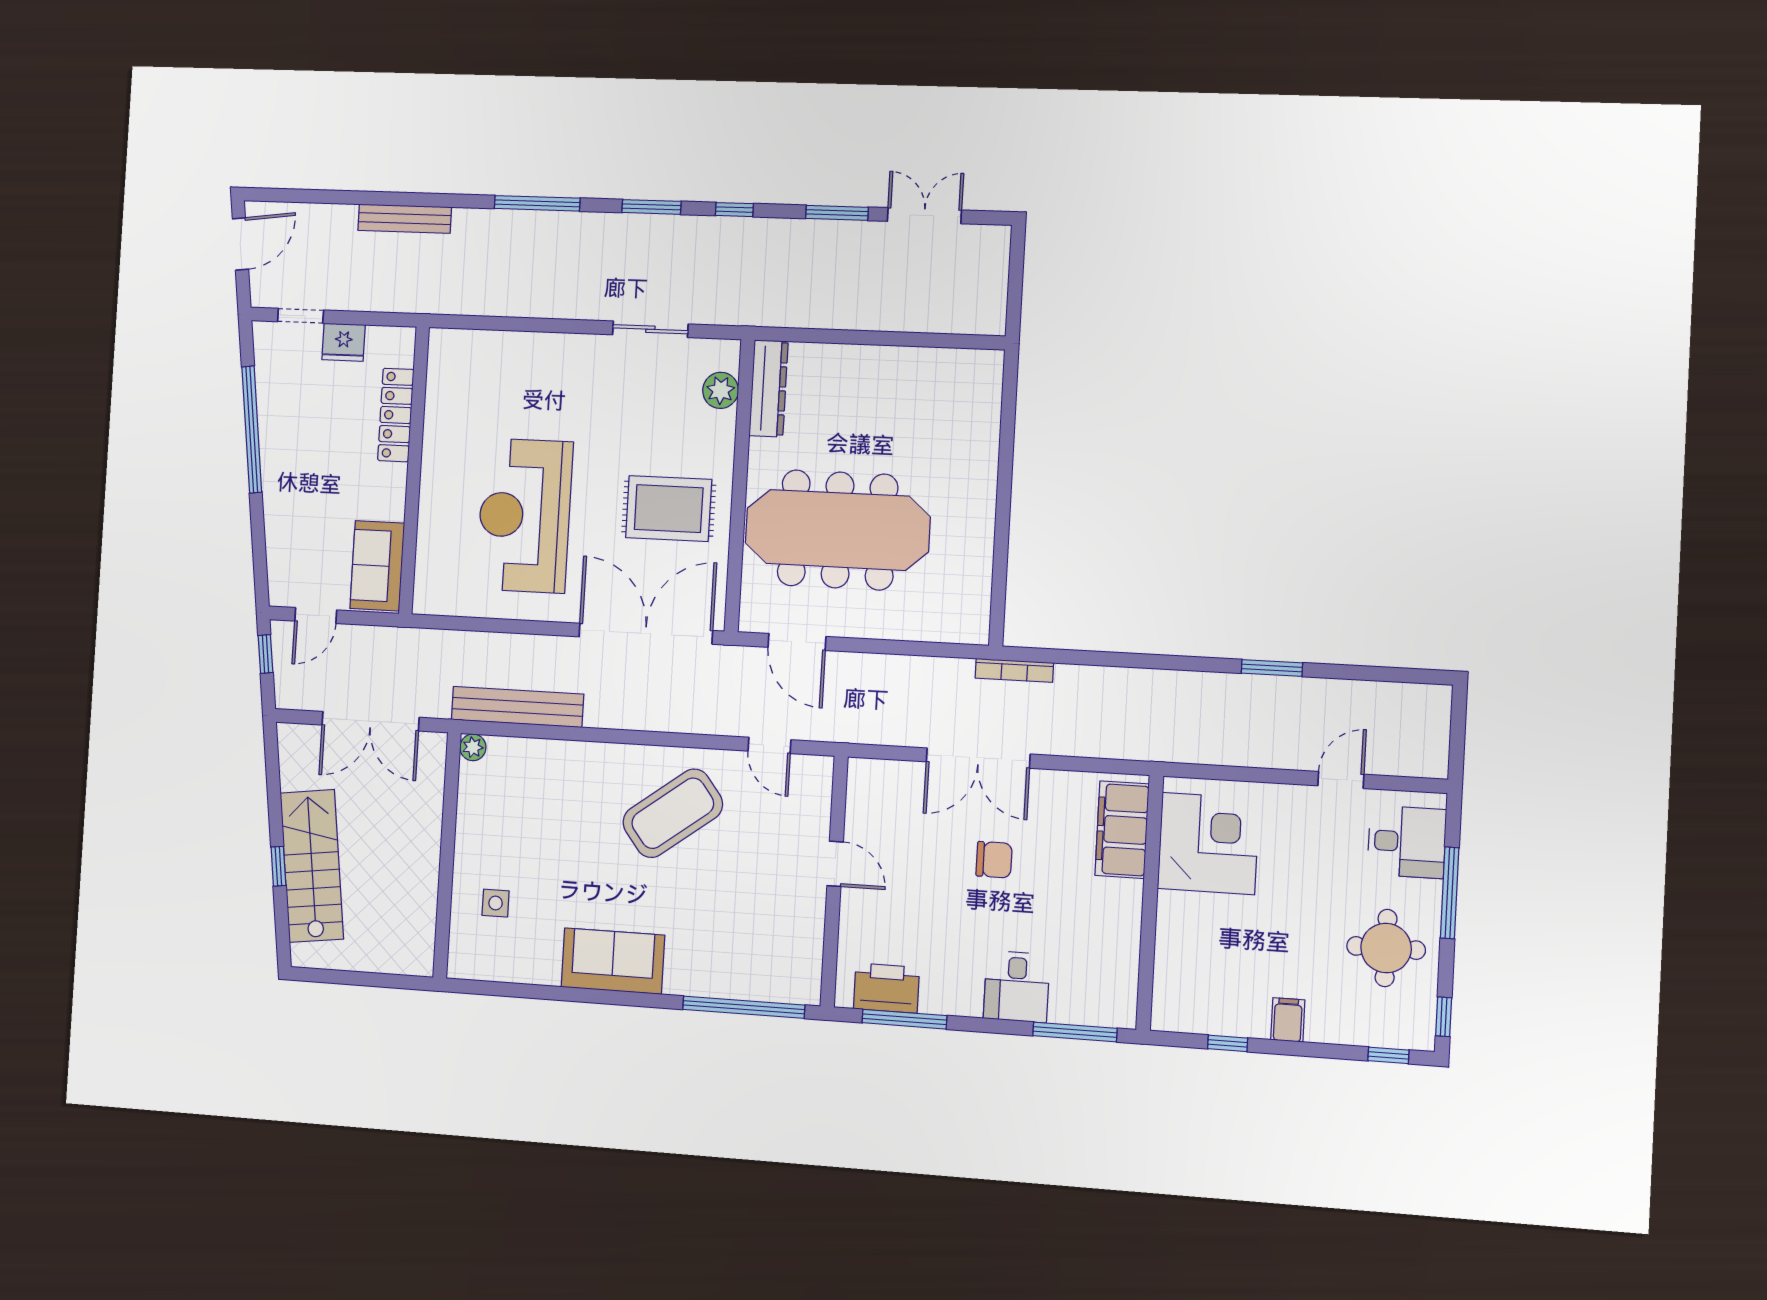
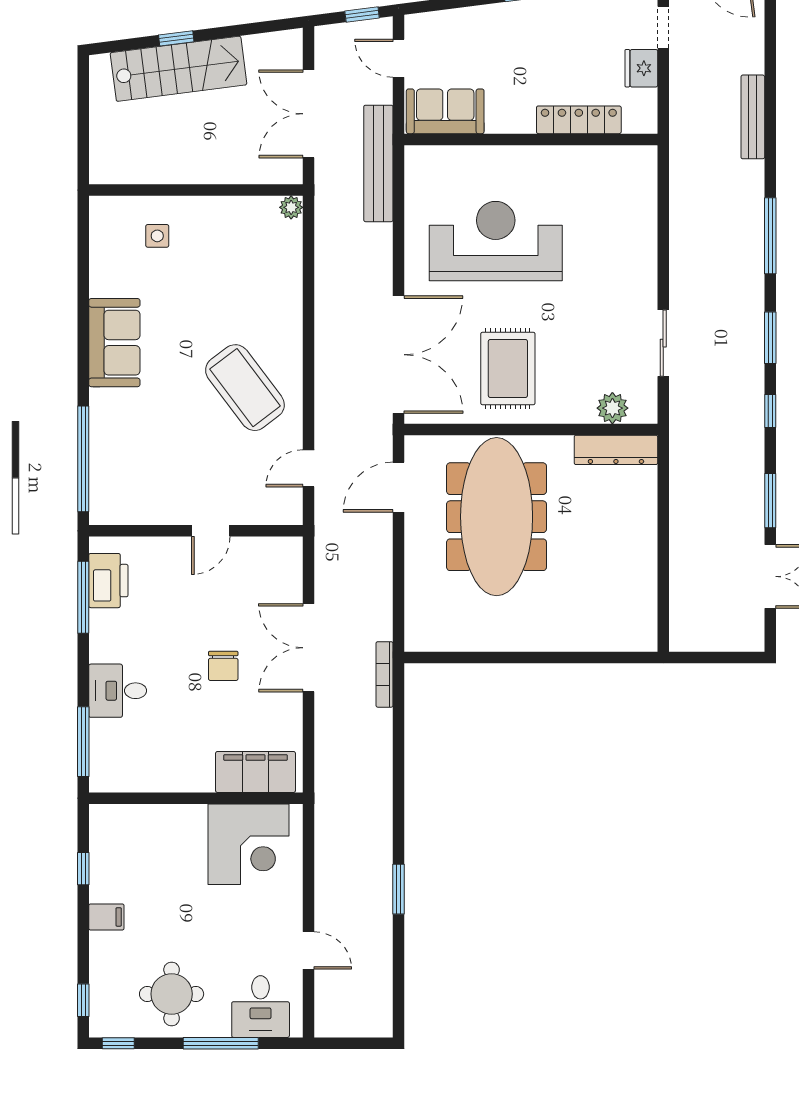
bench: (517, 707) -> (378, 163), moved

